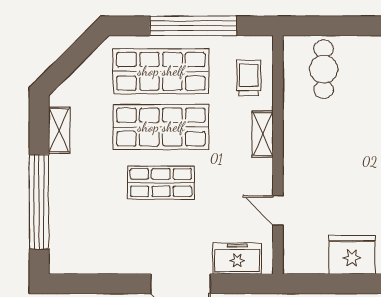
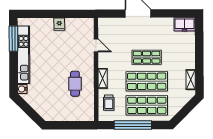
cafe table: (324, 69) -> (75, 84), moved
window: (39, 202) -> (199, 49), removed
fridge: (352, 255) -> (59, 24), width x0.53, depth x0.75
freezer: (237, 258) -> (185, 24), moved

